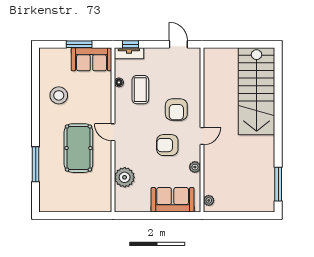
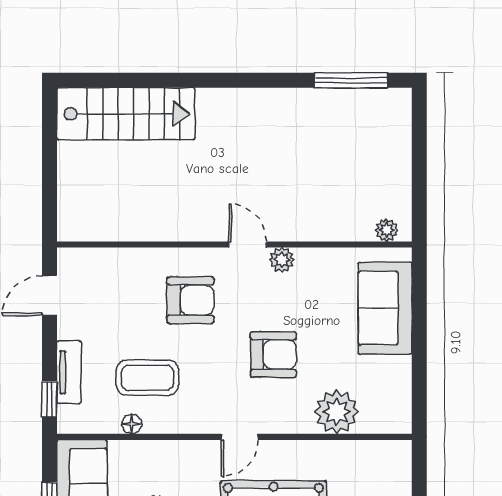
tv unit: (129, 53) -> (69, 372), moved
stairs: (257, 91) -> (126, 114), width x0.73, depth x0.66
armchair: (167, 145) -> (273, 355), moved, turned -90
plant: (195, 167) -> (282, 260), moved

